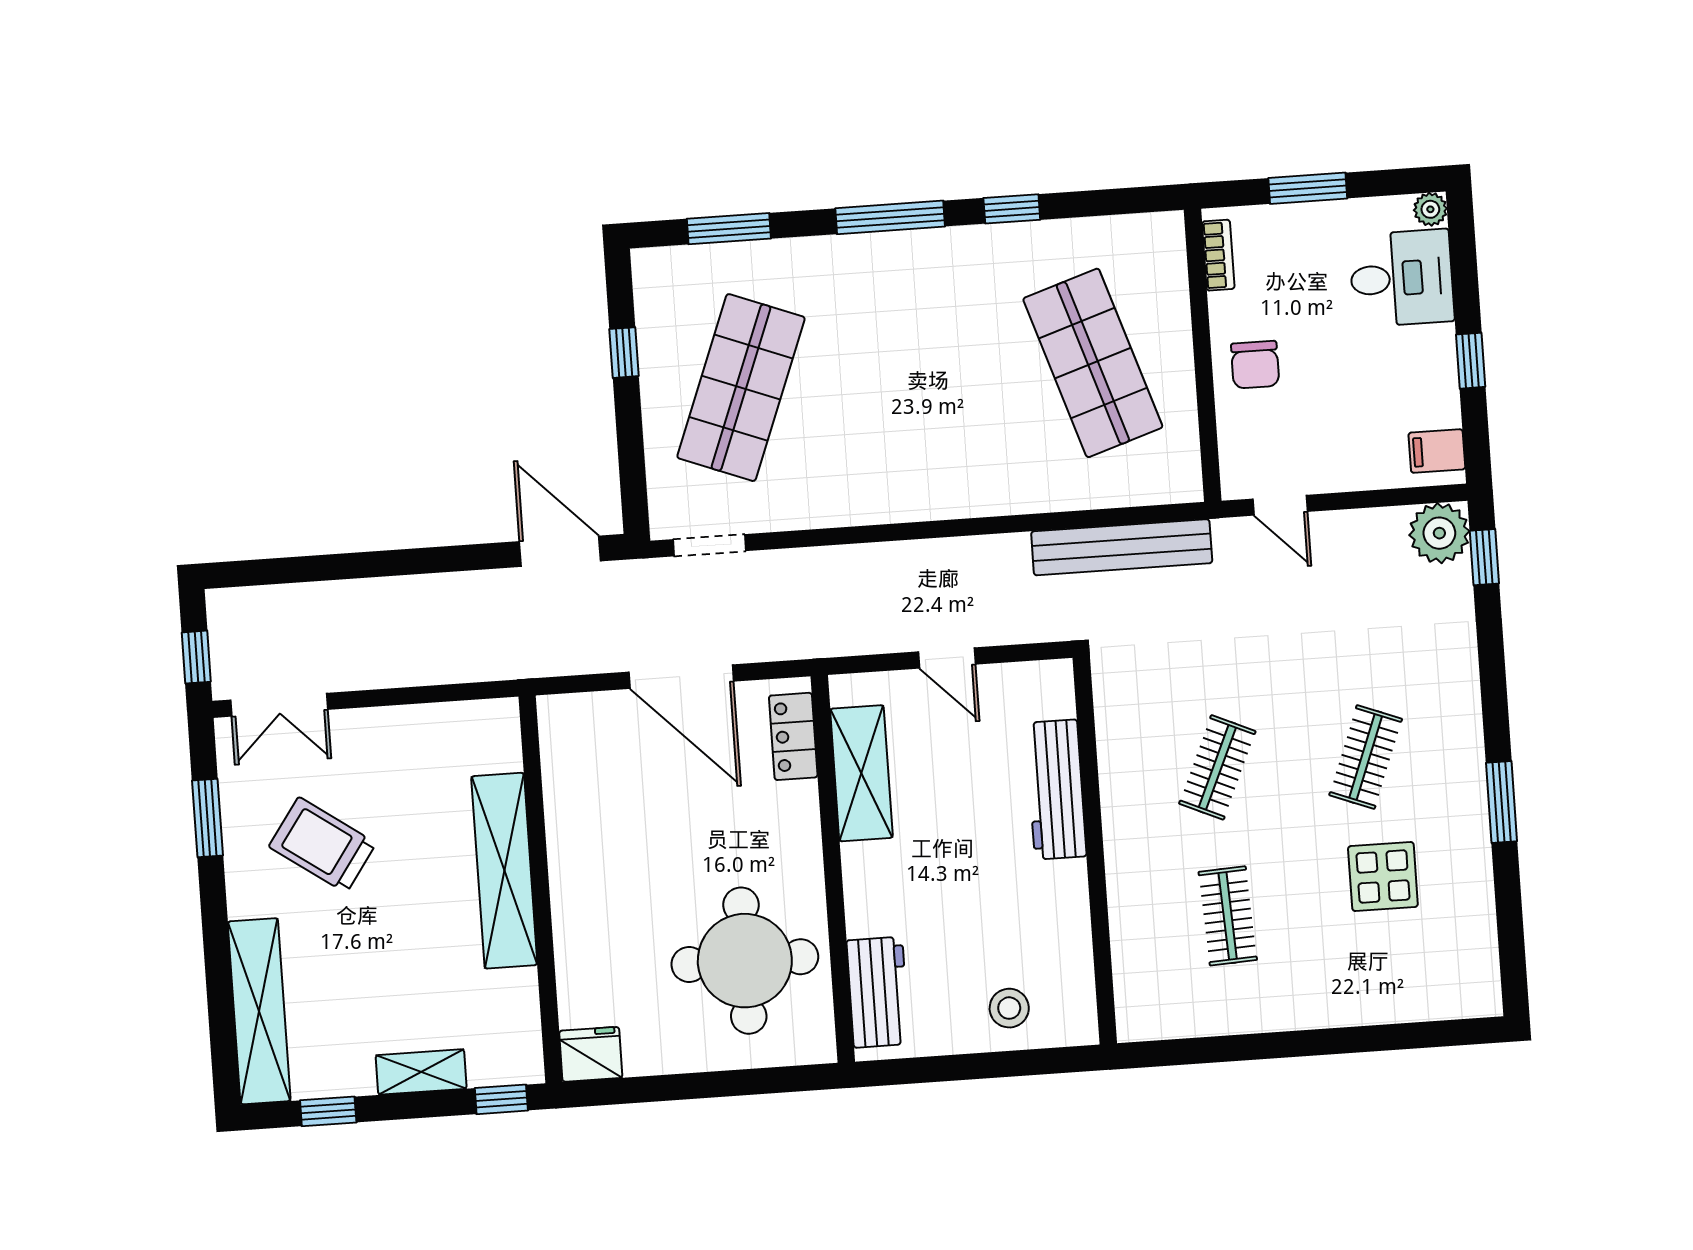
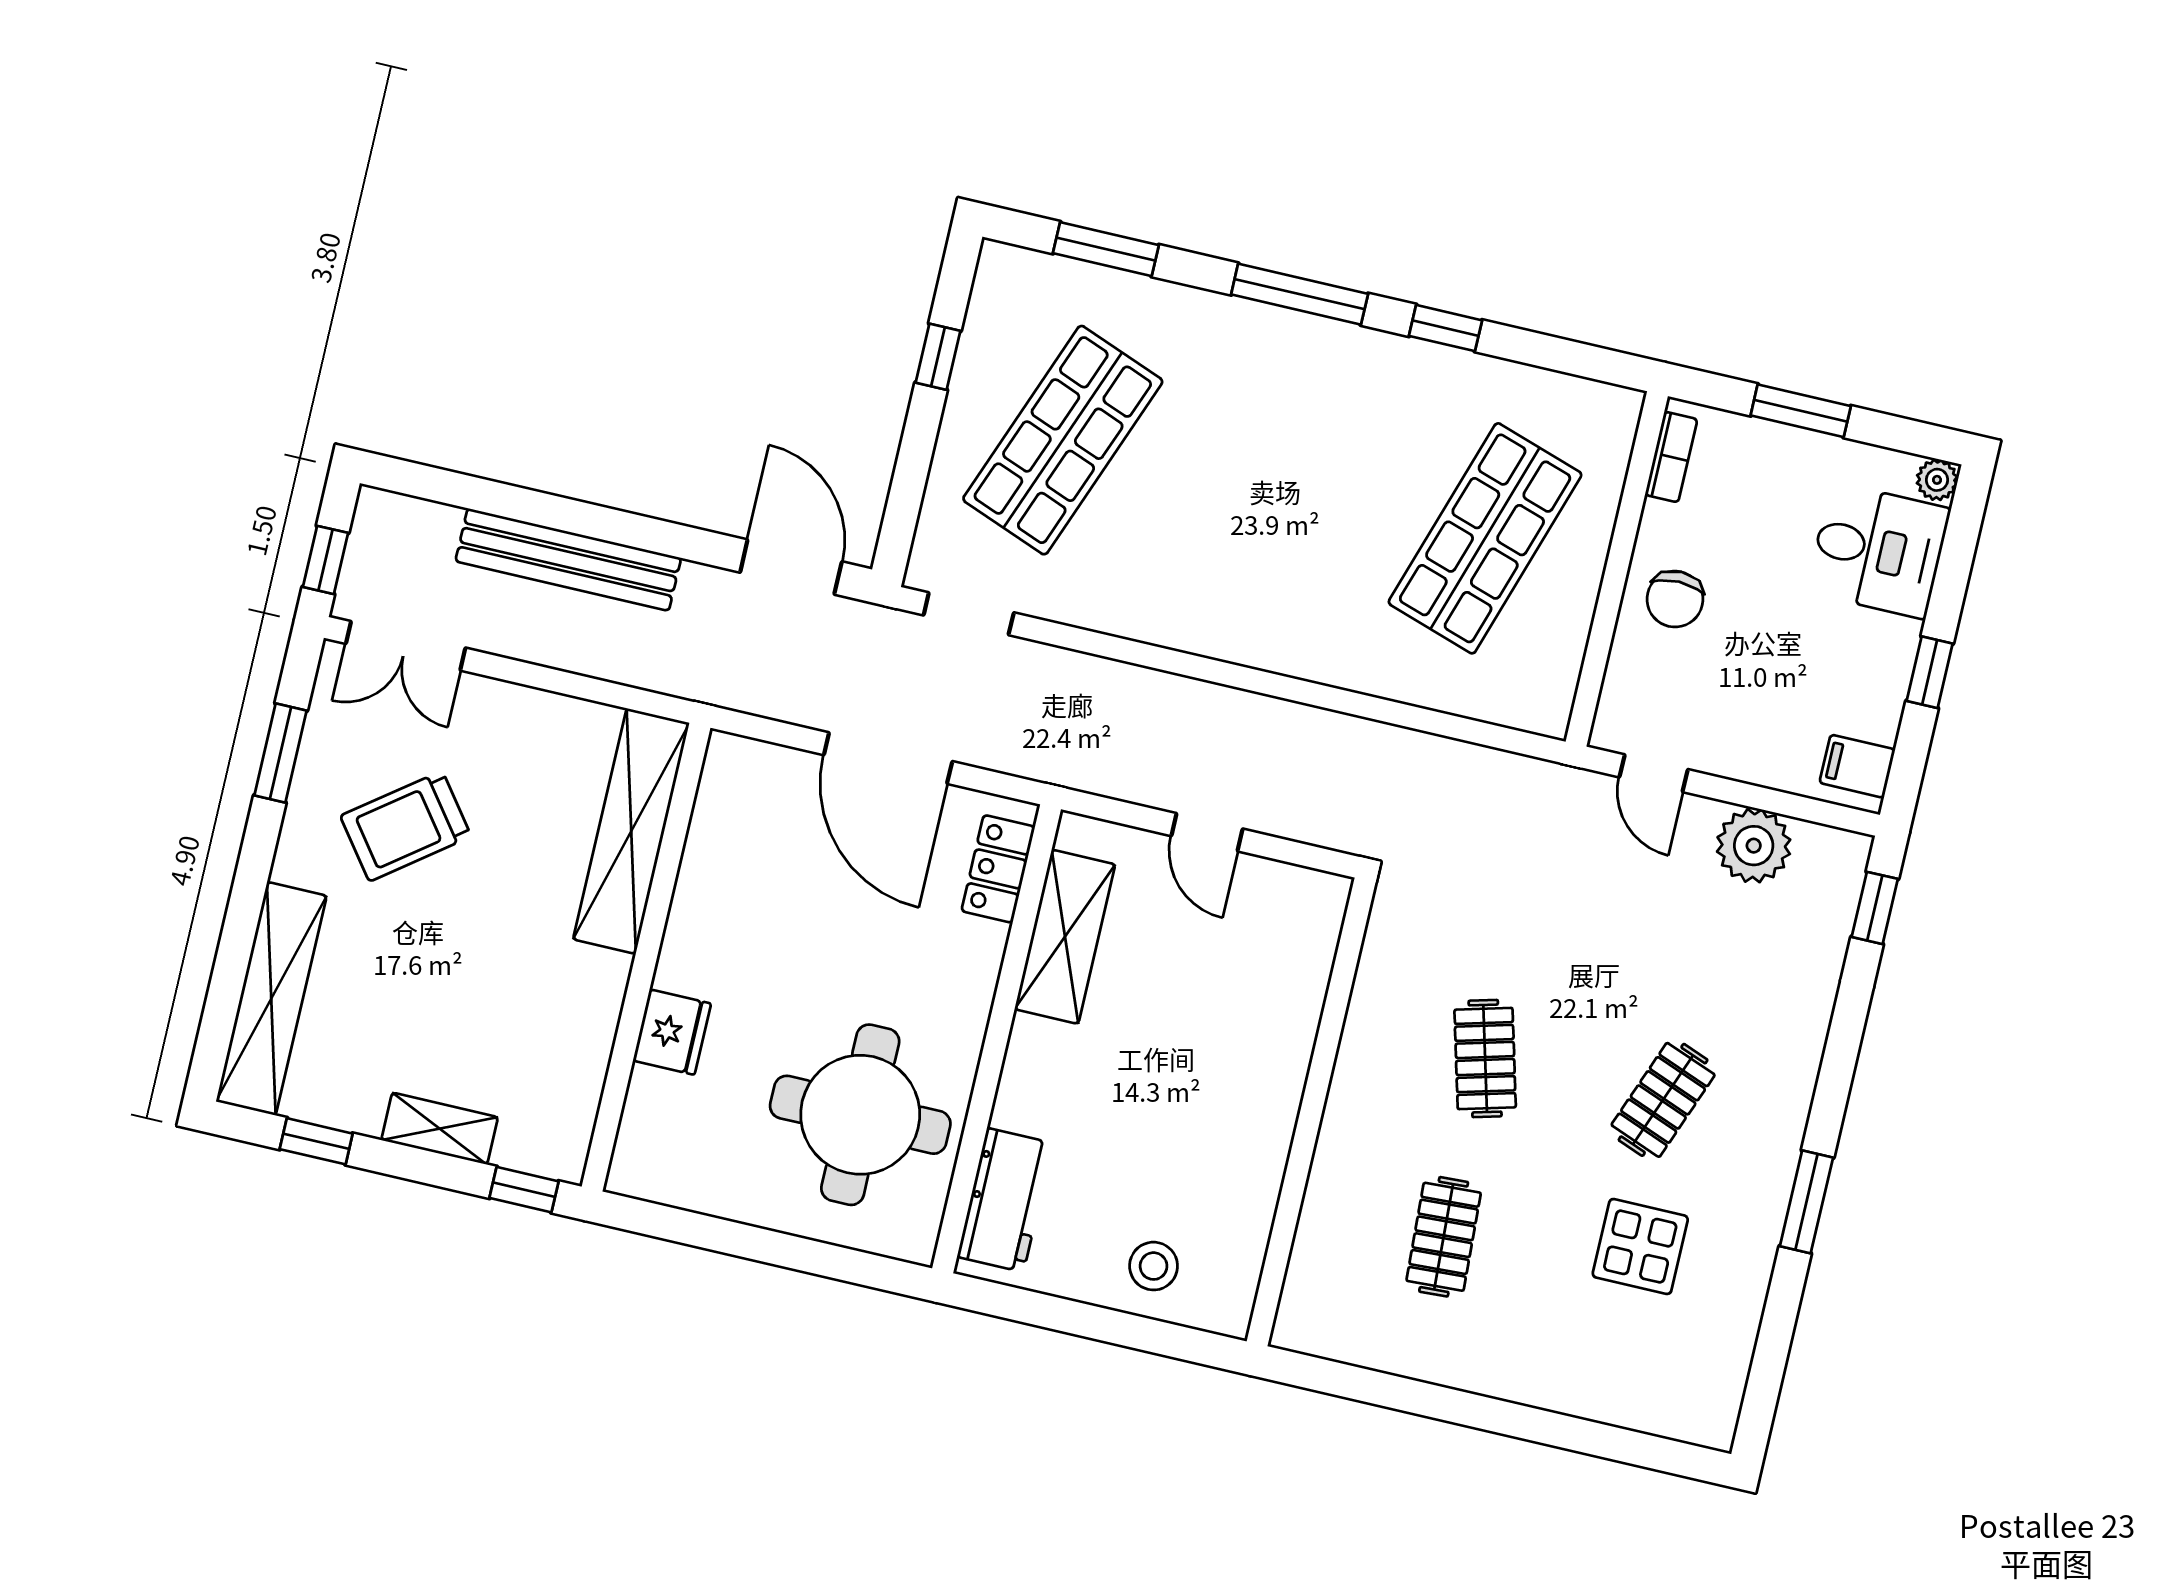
shop shelf: (1093, 363) -> (1485, 538), turned 36
plant: (1439, 533) -> (1754, 846), moved
bench: (1122, 547) -> (568, 560), moved
clothes rail: (1217, 767) -> (1485, 1059), turned -39
workbench: (1056, 790) -> (1288, 1026), removed
trolley: (322, 845) -> (406, 826), turned -72
shelving: (504, 871) -> (631, 831), moved
fridge: (591, 1054) -> (672, 1032), moved, turned 90

